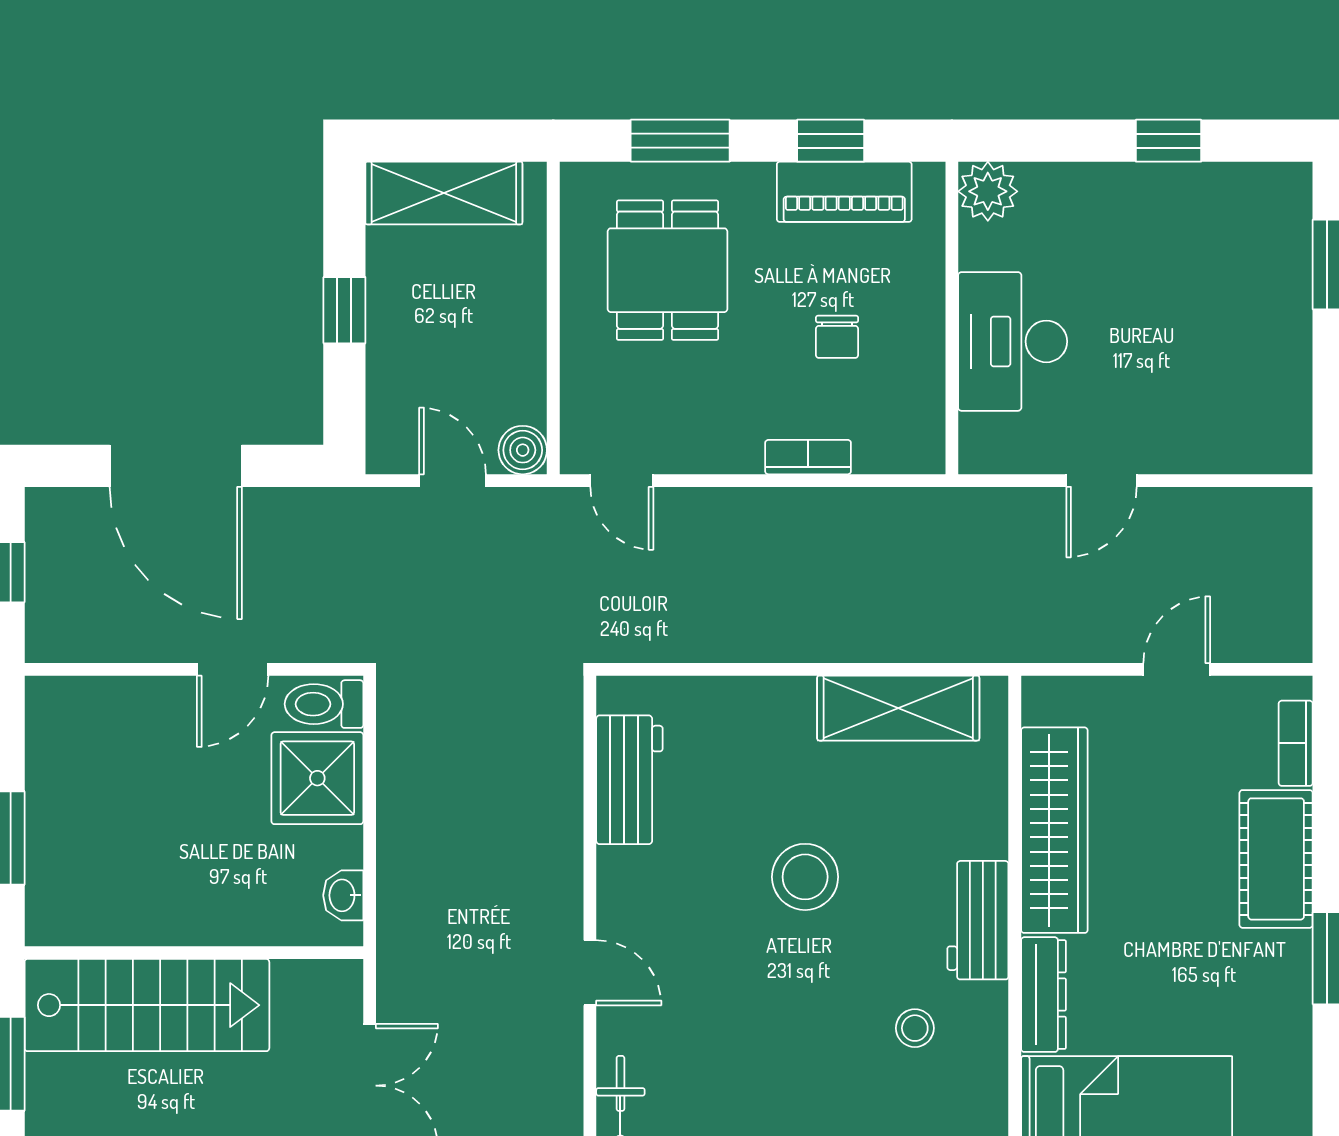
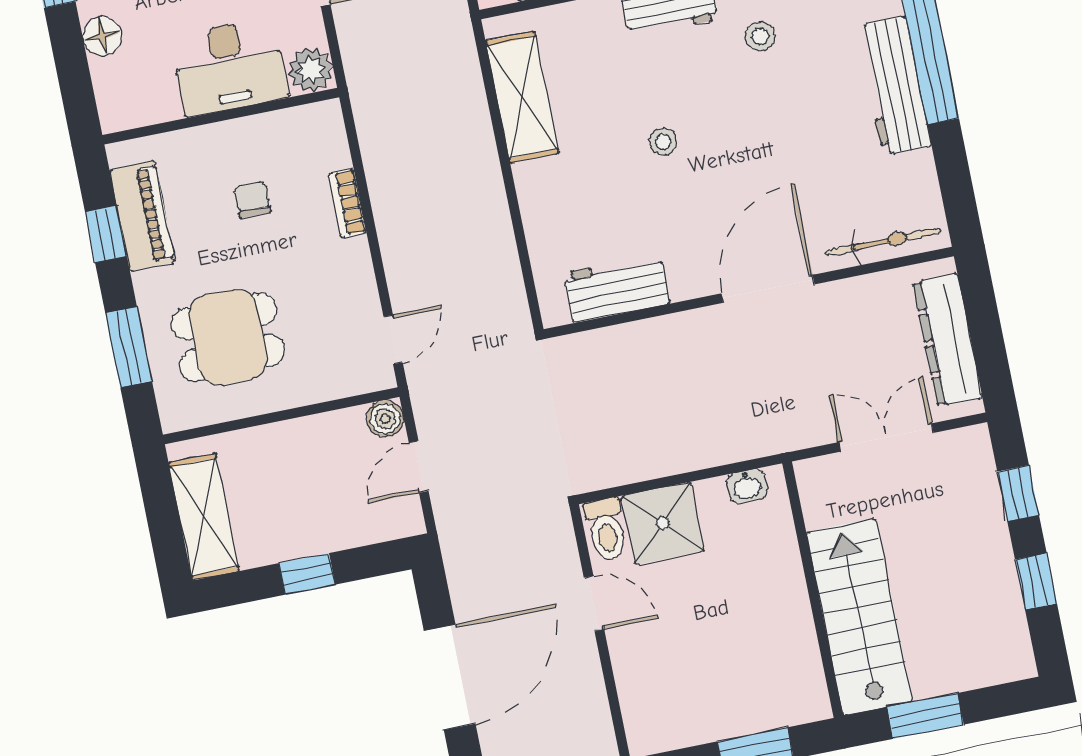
floor lamp: (1085, 187) -> (102, 36), added
plant: (988, 191) -> (311, 70), moved
chair: (837, 337) -> (252, 200), turned -90
stool: (805, 877) -> (663, 142), width x0.53, depth x0.53
door: (590, 973) -> (768, 289), width x1.87

